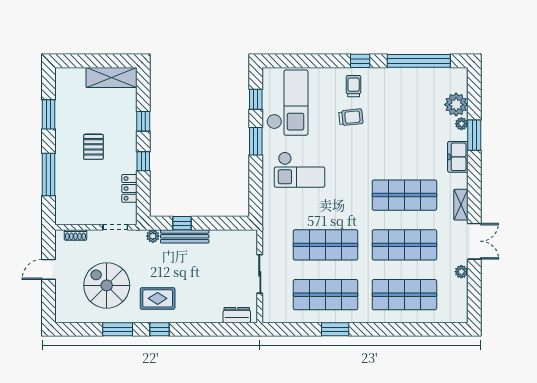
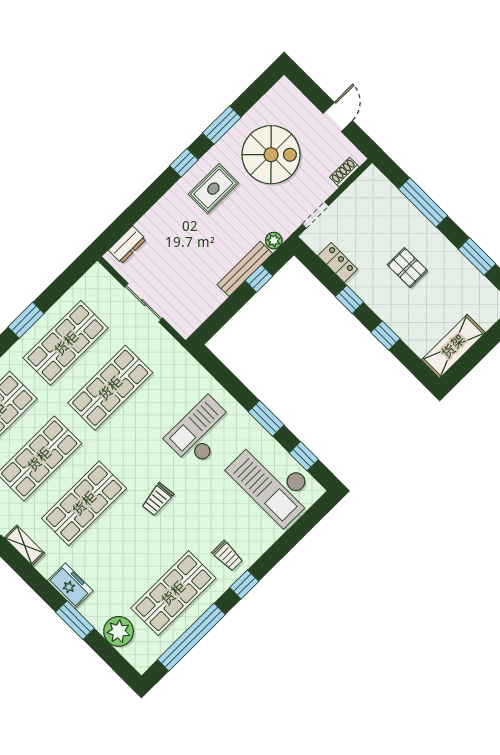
shop shelf: (404, 95) -> (173, 593), added
trolley: (351, 117) -> (158, 499), moved
plant: (462, 124) -> (96, 619), removed

